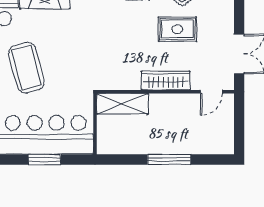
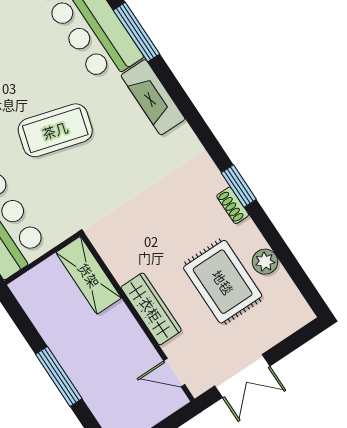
rug: (177, 29) -> (223, 282), width x1.36, depth x1.43
coffee table: (26, 68) -> (55, 130), turned 31

